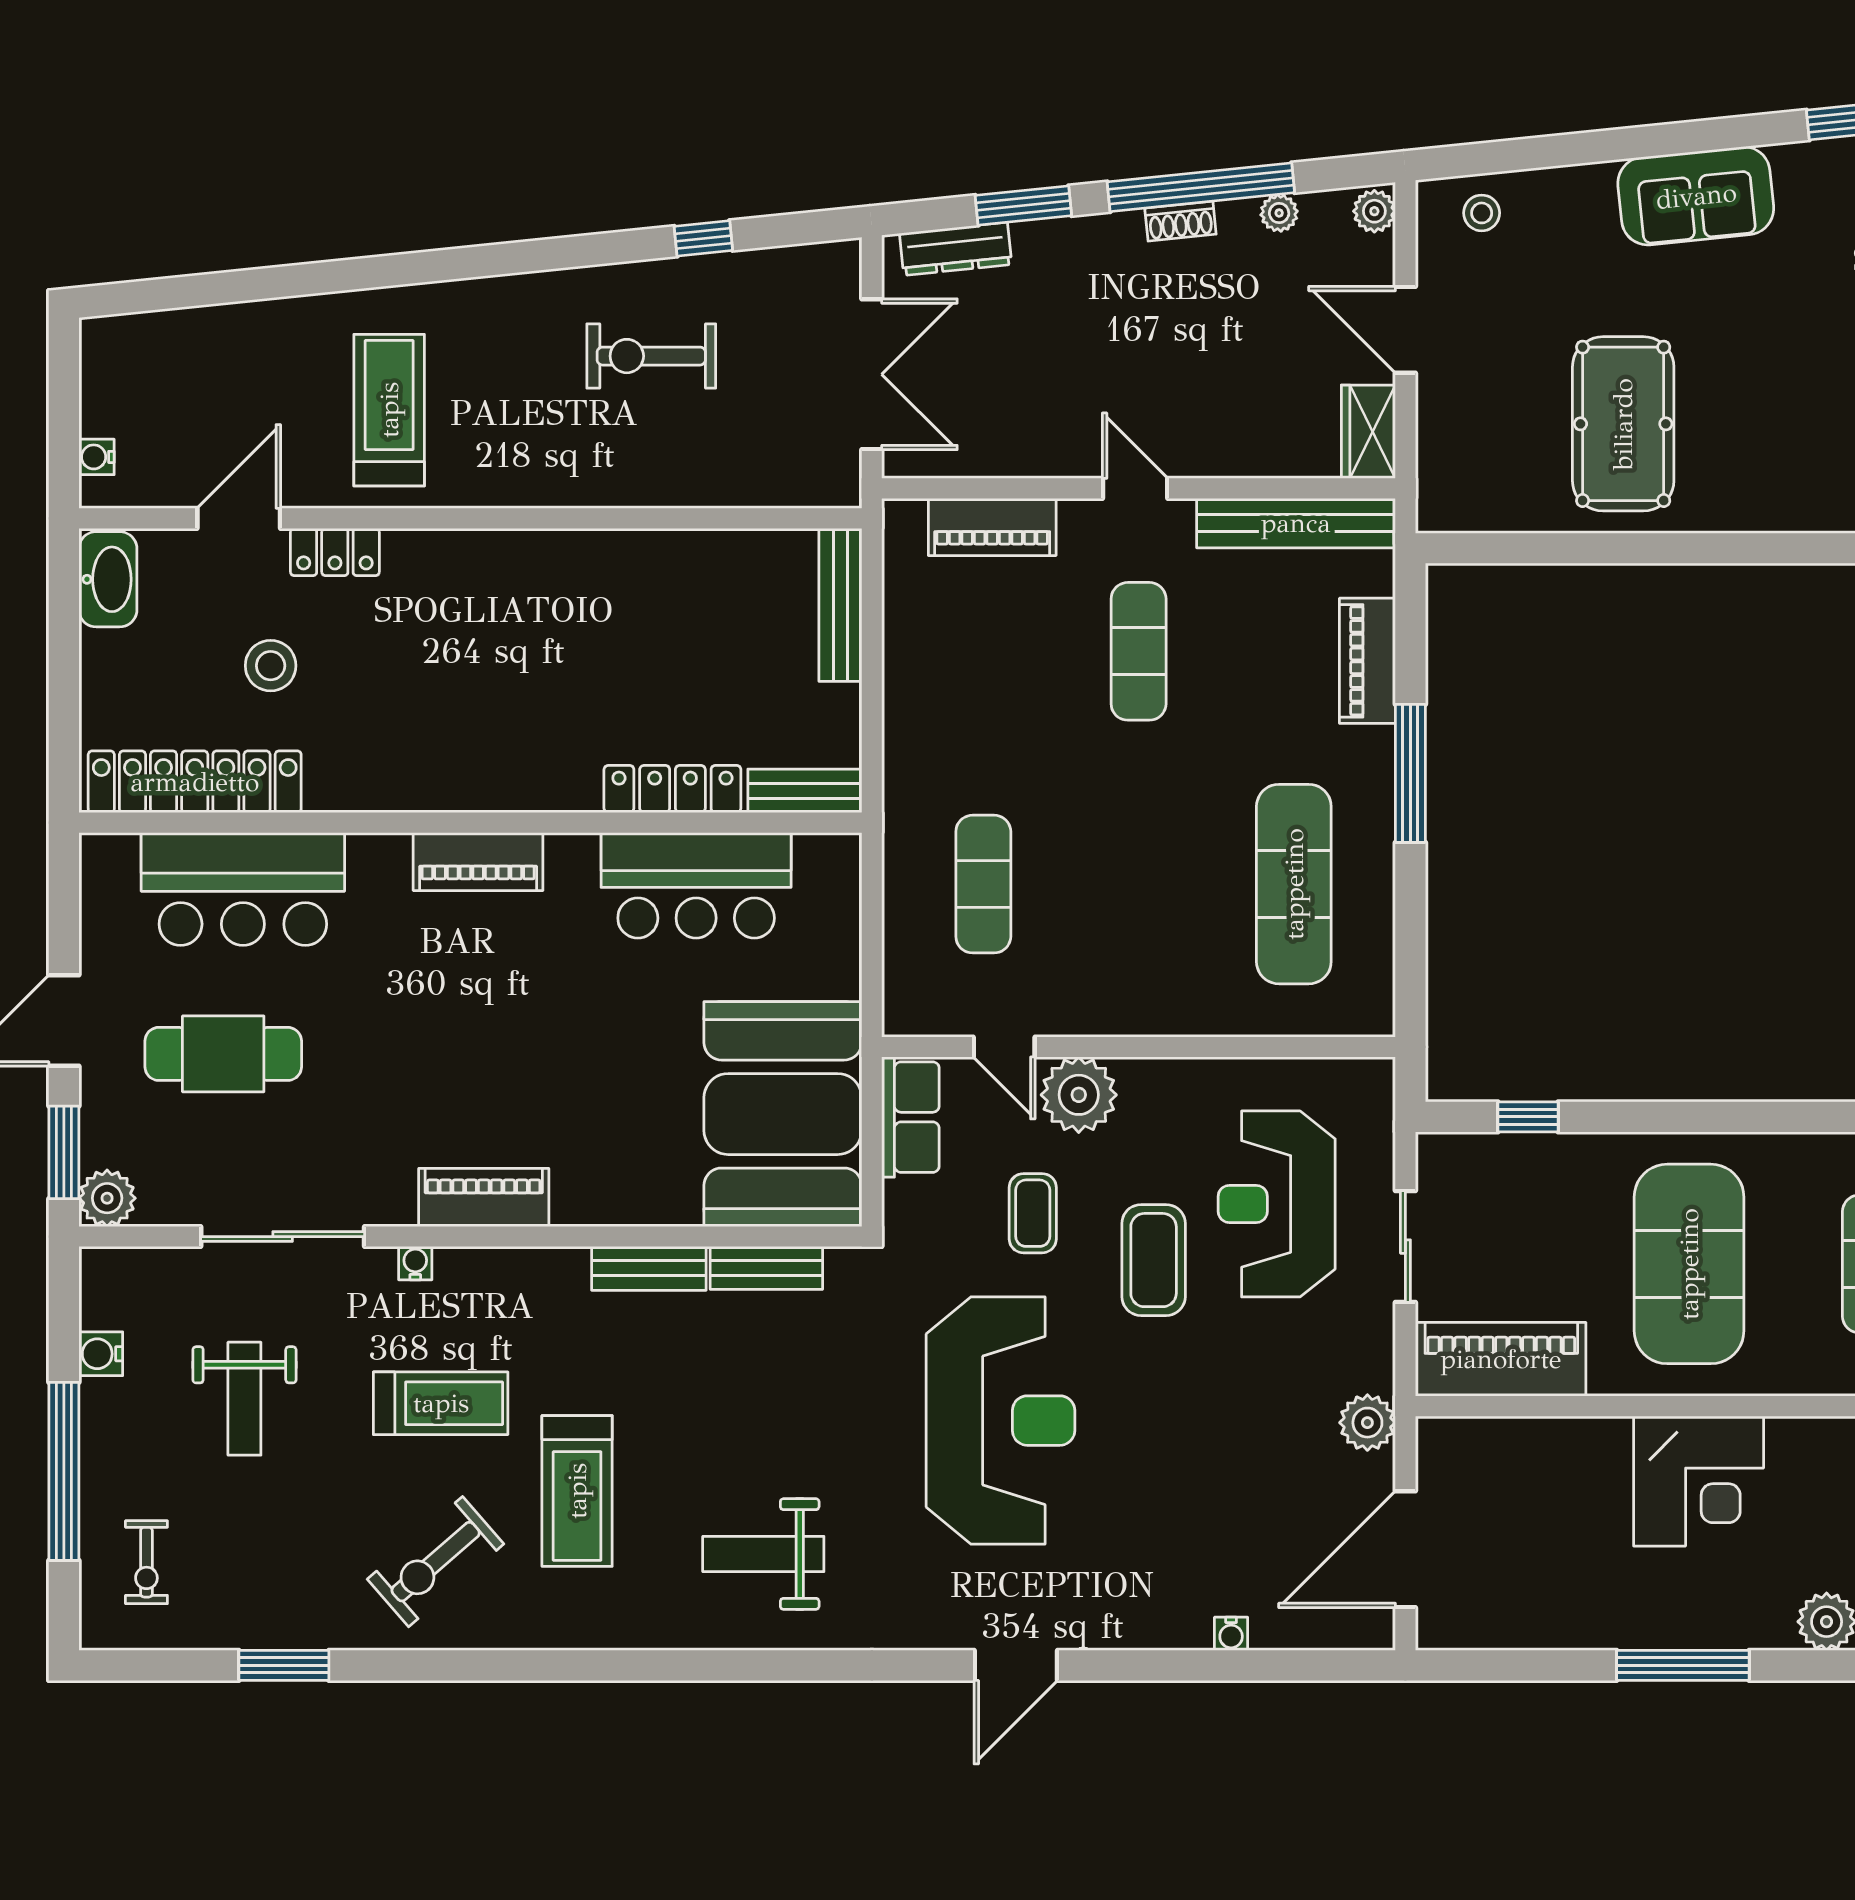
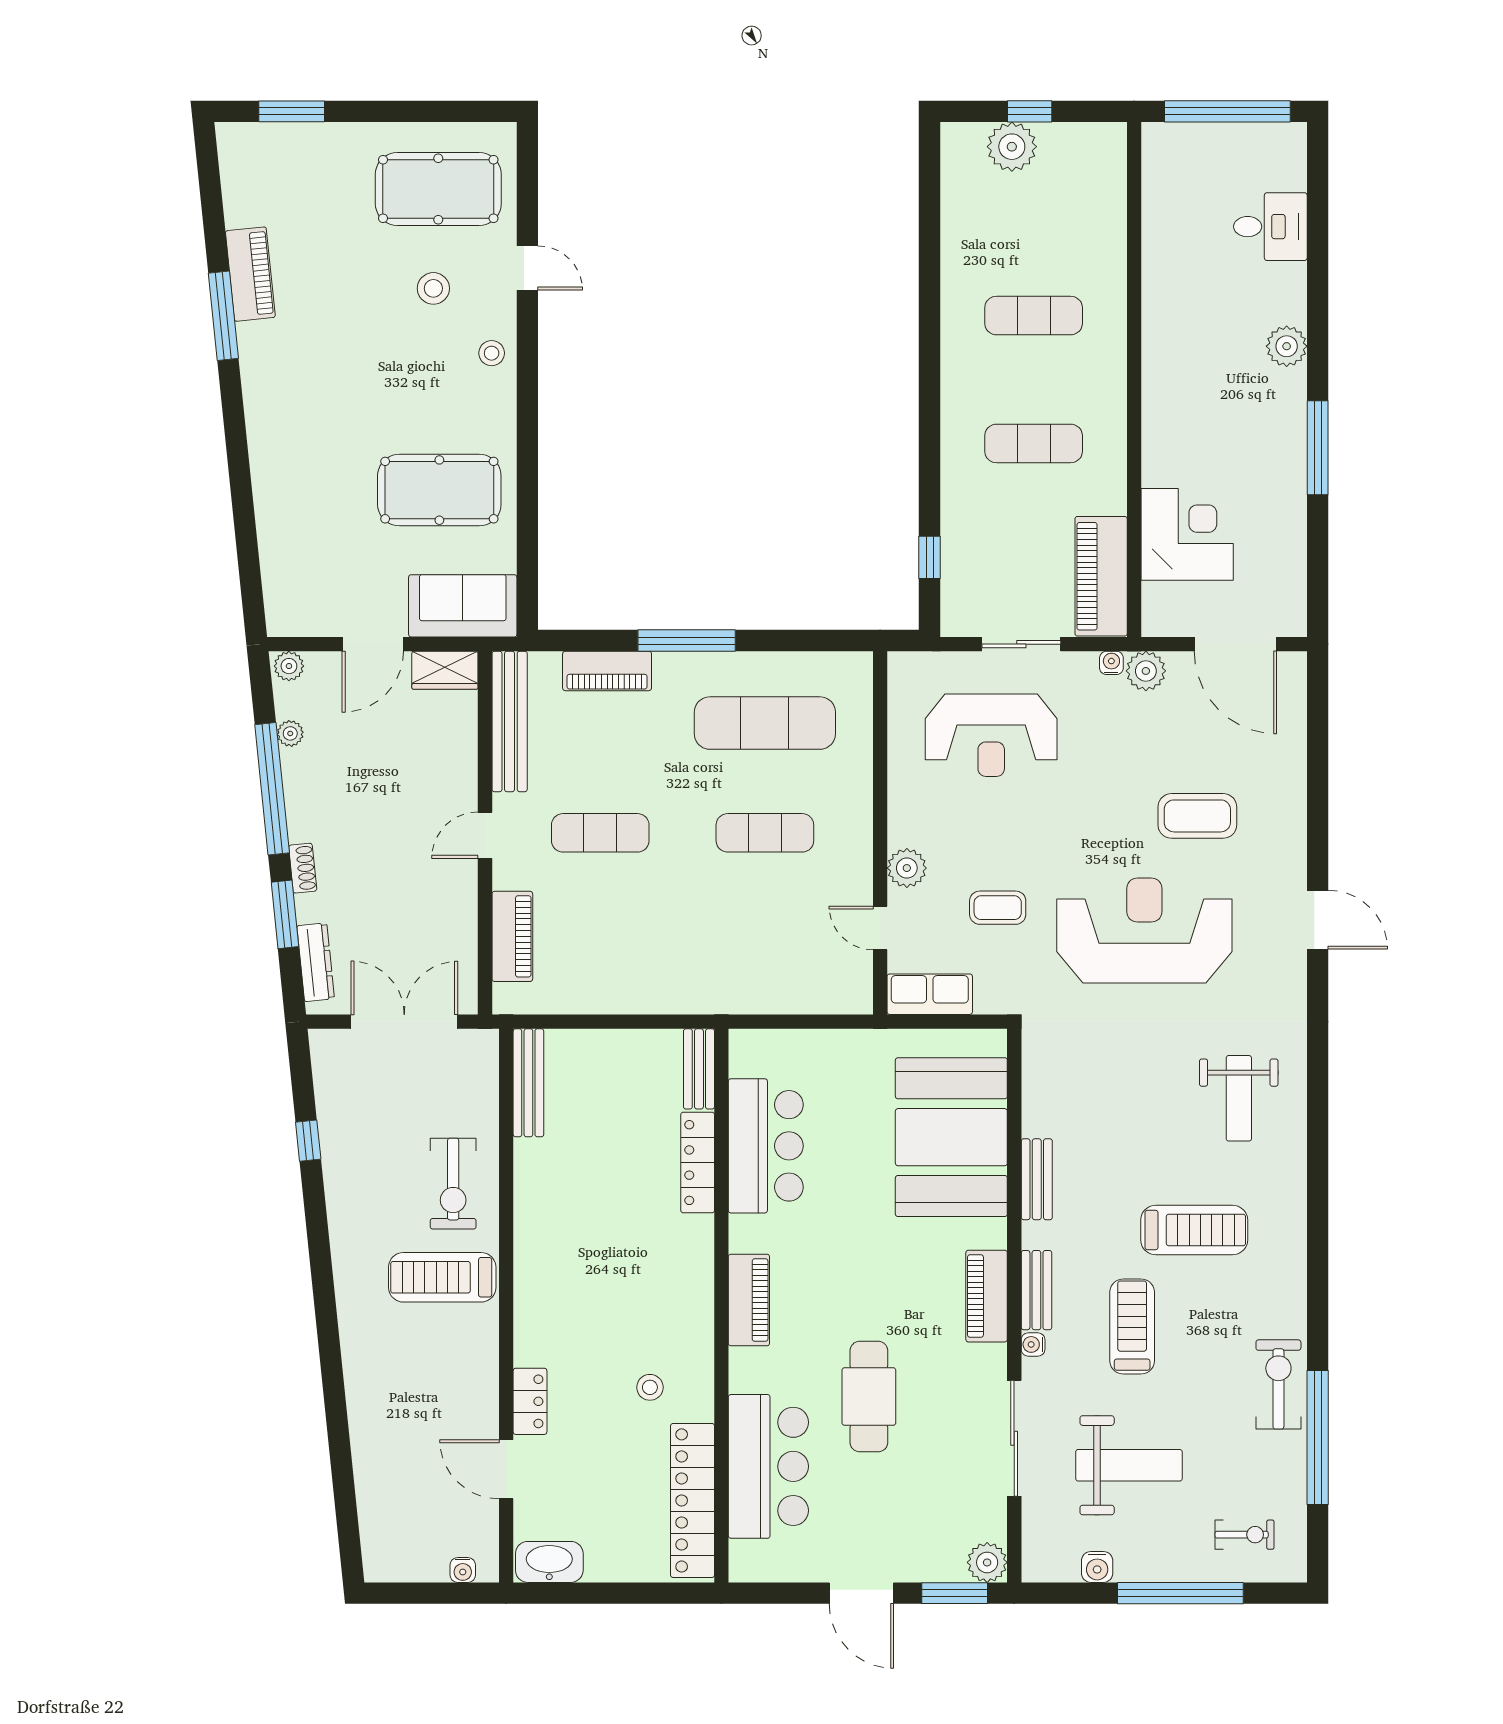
sofa: (1696, 196) -> (463, 606), moved, turned -84
stool: (1482, 213) -> (492, 353), moved
shoe rack: (1180, 221) -> (303, 868), moved
exercise bike: (651, 356) -> (453, 1184), moved
treadmill: (389, 410) -> (442, 1277), moved
bench: (840, 605) -> (528, 1083), moved, turned 90
stool: (271, 666) -> (650, 1387), moved, width x0.73, depth x0.73
exercise mat: (983, 884) -> (765, 833), moved
door: (1004, 1047) -> (880, 928), swing flipped
cafe table: (223, 1054) -> (869, 1397), moved
plant: (1079, 1095) -> (907, 868), width x0.73, depth x0.73
booth: (783, 1114) -> (951, 1137), moved, turned 90
coffee table: (1154, 1260) -> (1197, 816), moved
exercise mat: (1689, 1264) -> (1034, 443), width x0.50, depth x0.69
bench: (766, 1268) -> (1036, 1290), moved
weight bench: (244, 1399) -> (1129, 1465), width x1.36, depth x1.33
corner desk: (1699, 1481) -> (1187, 534), moved
exercise bike: (436, 1562) -> (1278, 1384), moved, turned -139
water cooler: (1231, 1634) -> (1111, 663), moved, turned -90
window: (284, 1665) -> (1318, 1437), width x2.11

